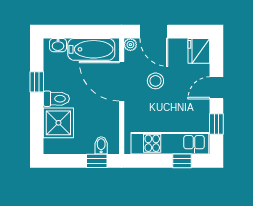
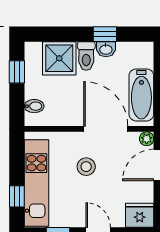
washbasin: (58, 45) -> (106, 49), moved, turned -90
door: (122, 81) -> (106, 129), hinge flipped
stool: (155, 81) -> (86, 167), moved
window: (97, 161) -> (17, 72), moved

